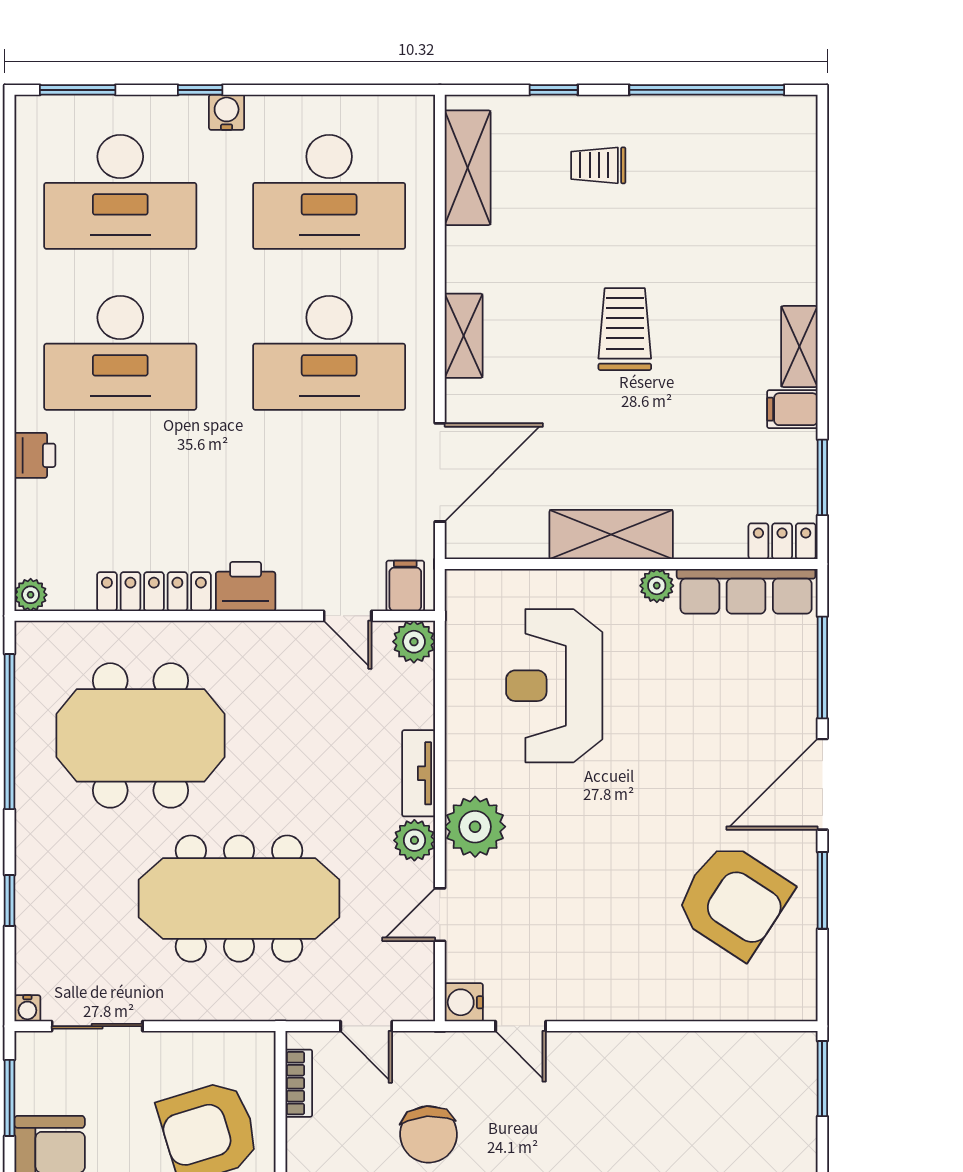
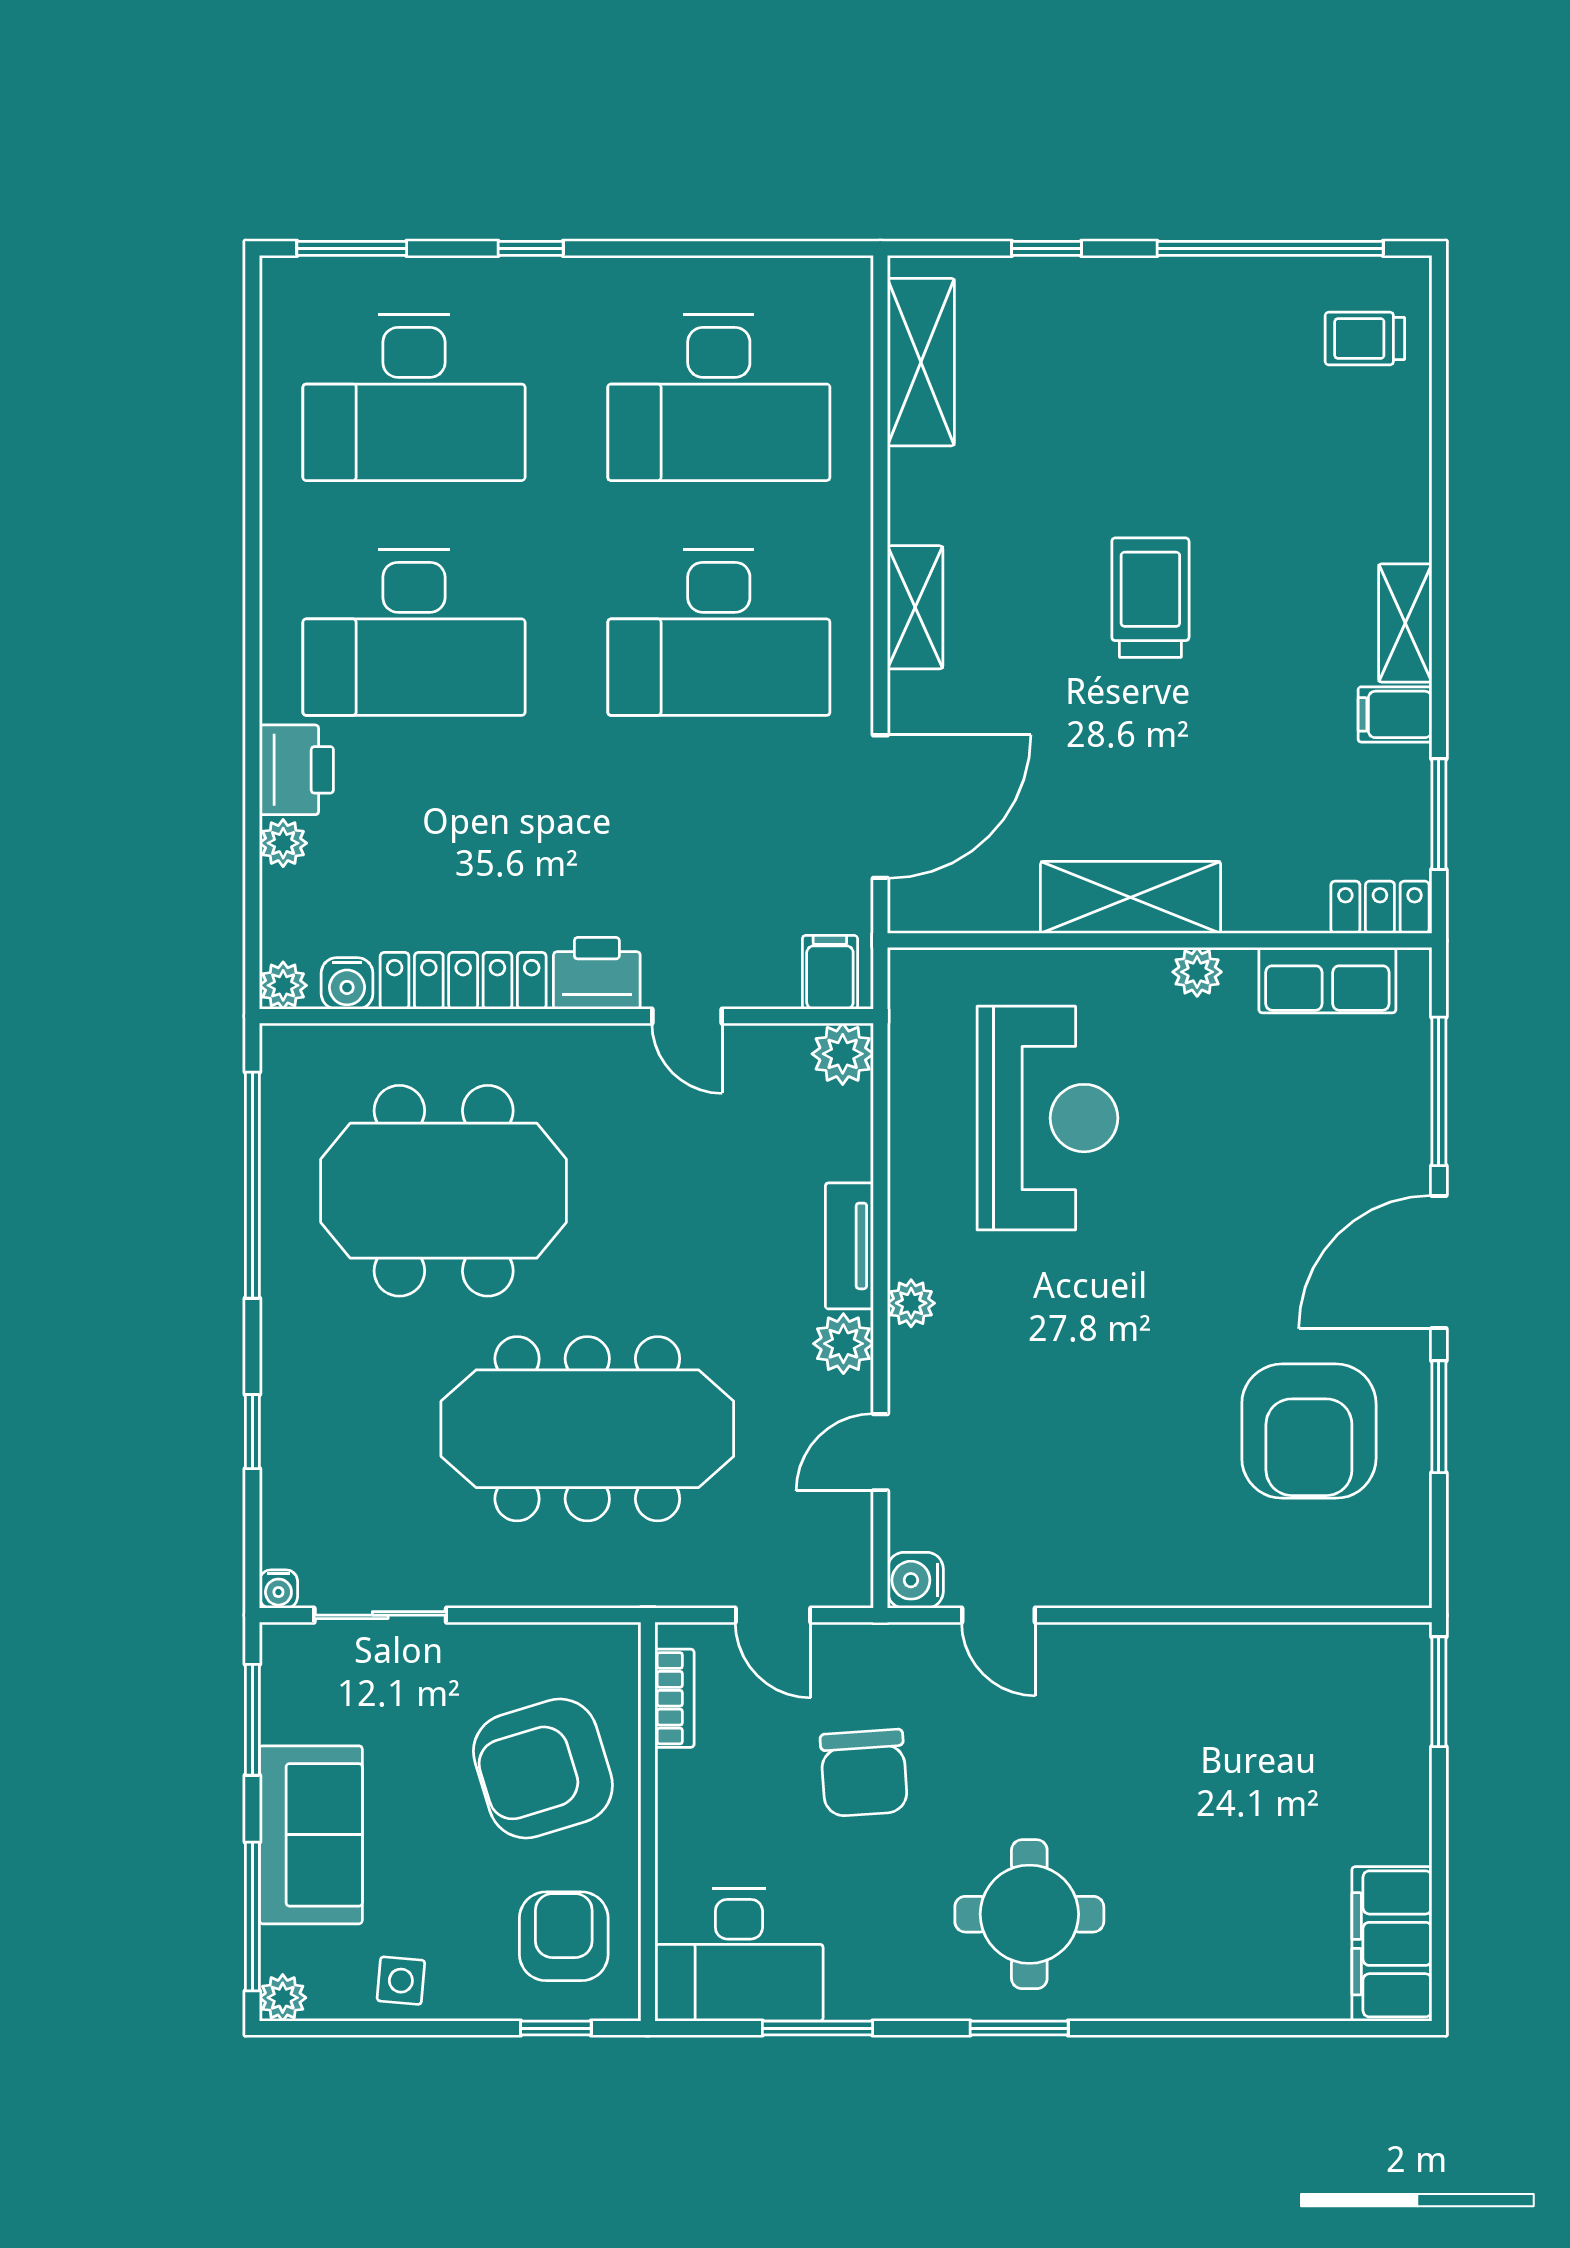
water cooler: (227, 112) -> (347, 983), moved, turned 180
trolley: (598, 165) -> (1365, 339), moved
printer: (35, 455) -> (296, 770), width x1.36, depth x1.24
plant: (31, 497) -> (283, 843), added
row of seats: (746, 591) -> (1327, 980), width x0.68
door: (348, 616) -> (687, 1016), moved
reception desk: (554, 686) -> (1047, 1118), turned 180
plant: (475, 827) -> (911, 1303), width x0.53, depth x0.53
armchair: (733, 900) -> (1309, 1431), turned 57

